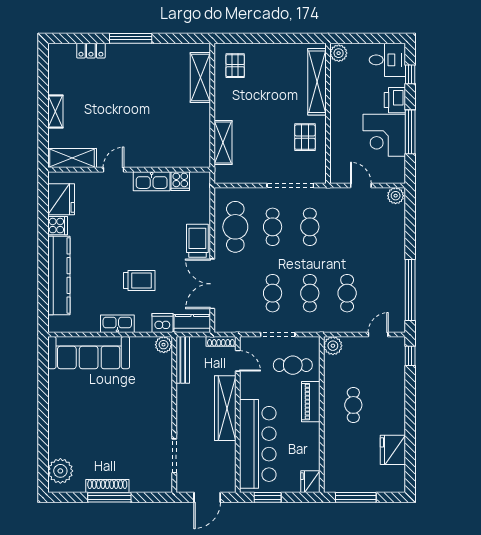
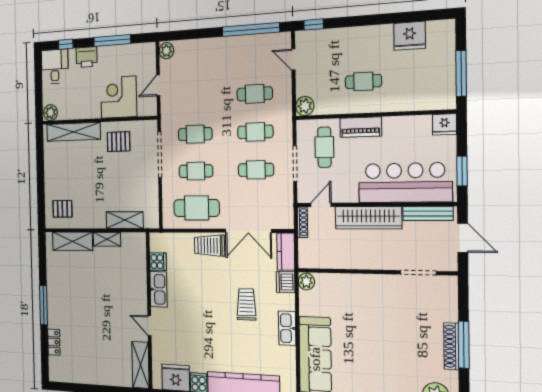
shelving: (55, 112) -> (107, 239), moved
corner desk: (384, 135) -> (119, 97), moved, turned 180
bench: (183, 360) -> (428, 213), moved

